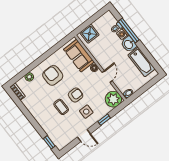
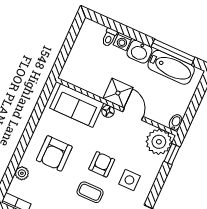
window: (129, 31) -> (173, 52), moved
shower: (89, 34) -> (118, 93), moved
armchair: (53, 75) -> (54, 153), turned -90
window: (104, 120) -> (172, 154), moved

